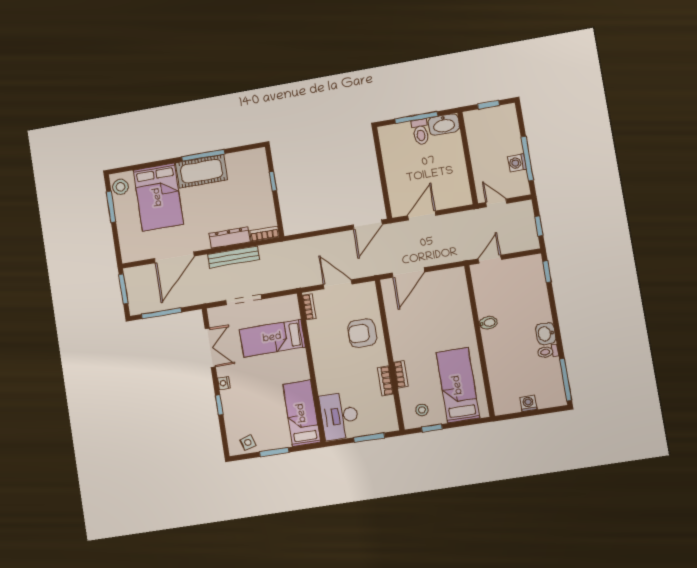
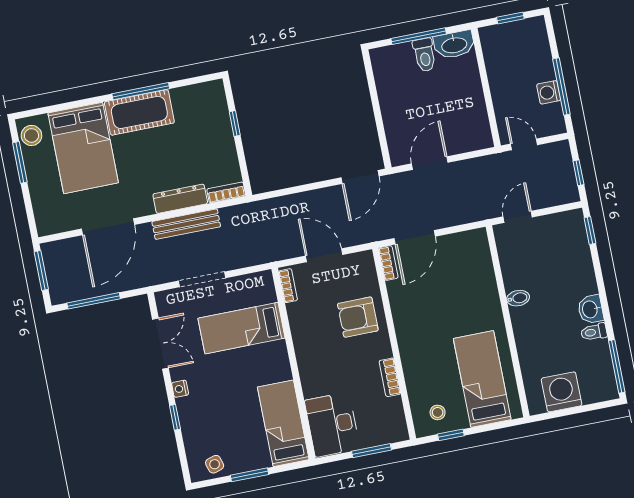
bookcase: (401, 374) -> (388, 263), moved
washing machine: (528, 403) -> (562, 392), width x1.89, depth x1.89

